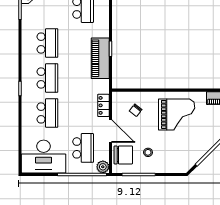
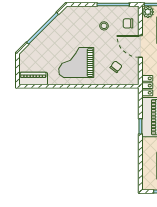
locker: (103, 105) -> (147, 86), moved
chair: (123, 155) -> (128, 23), width x0.54, depth x0.54

